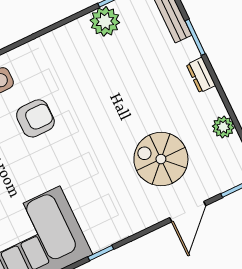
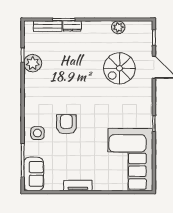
dresser: (201, 75) -> (72, 26), moved

